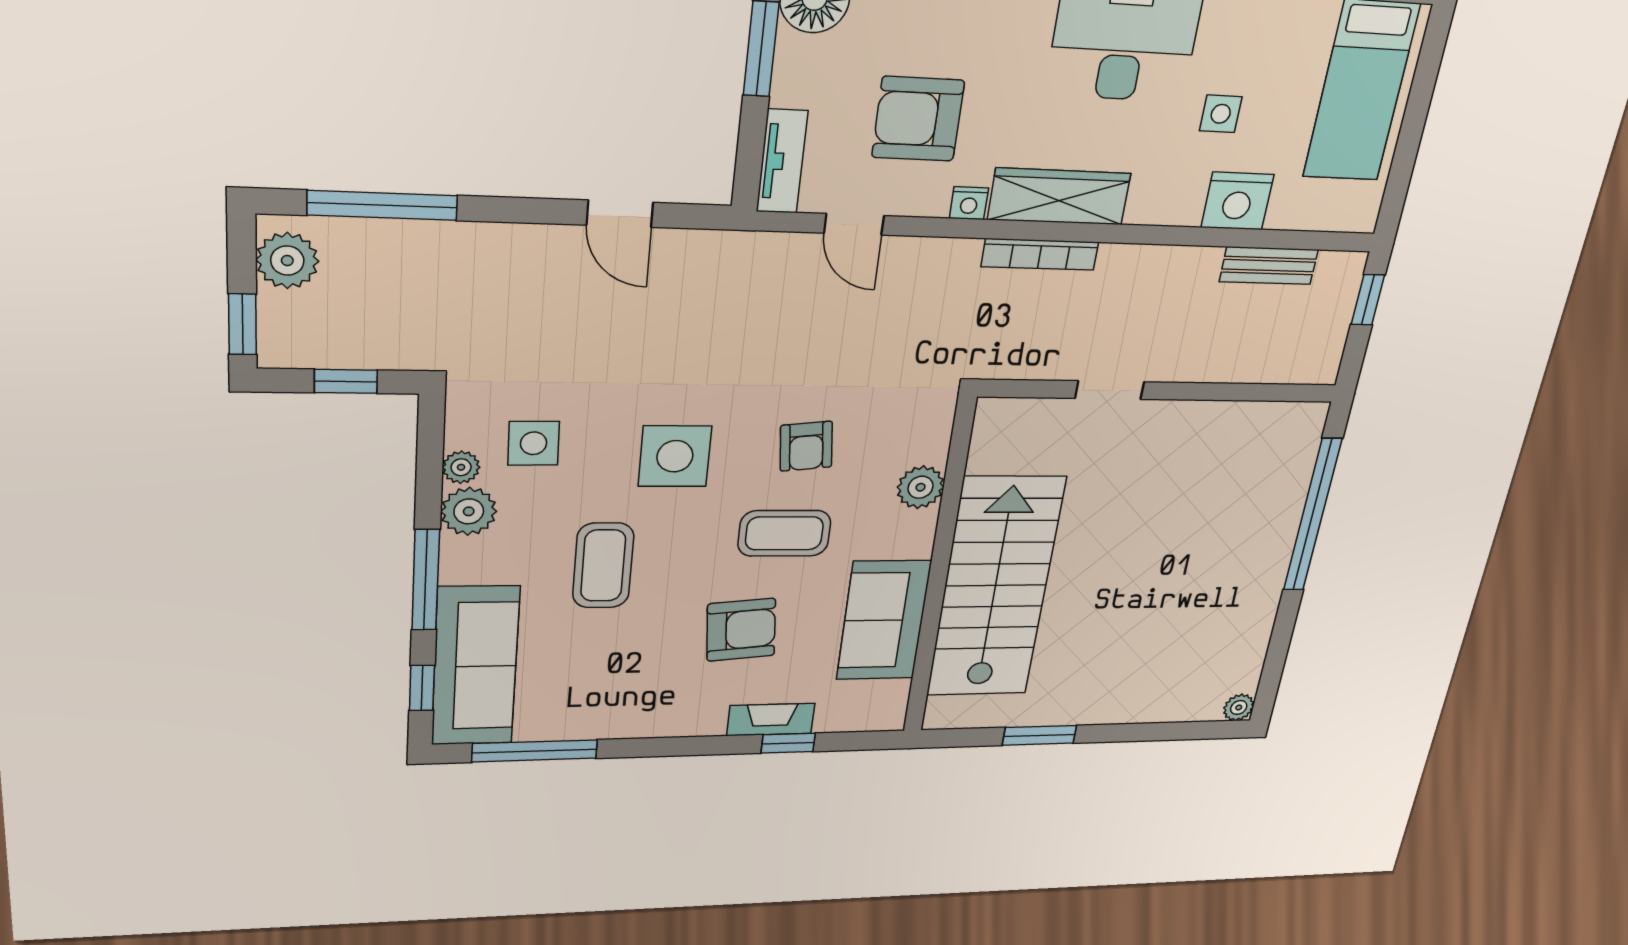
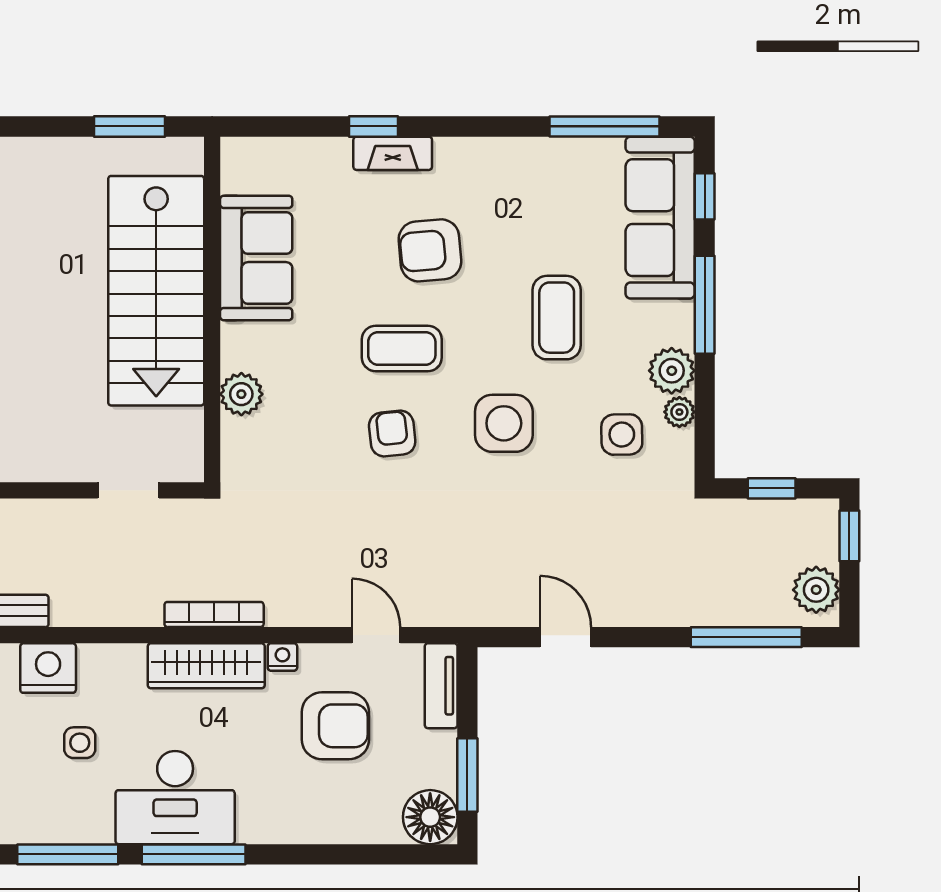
plant: (921, 487) -> (241, 394), moved
wall: (939, 571) -> (212, 309), moved
stairs: (995, 588) -> (156, 291), moved
sofa: (884, 620) -> (256, 258), moved

